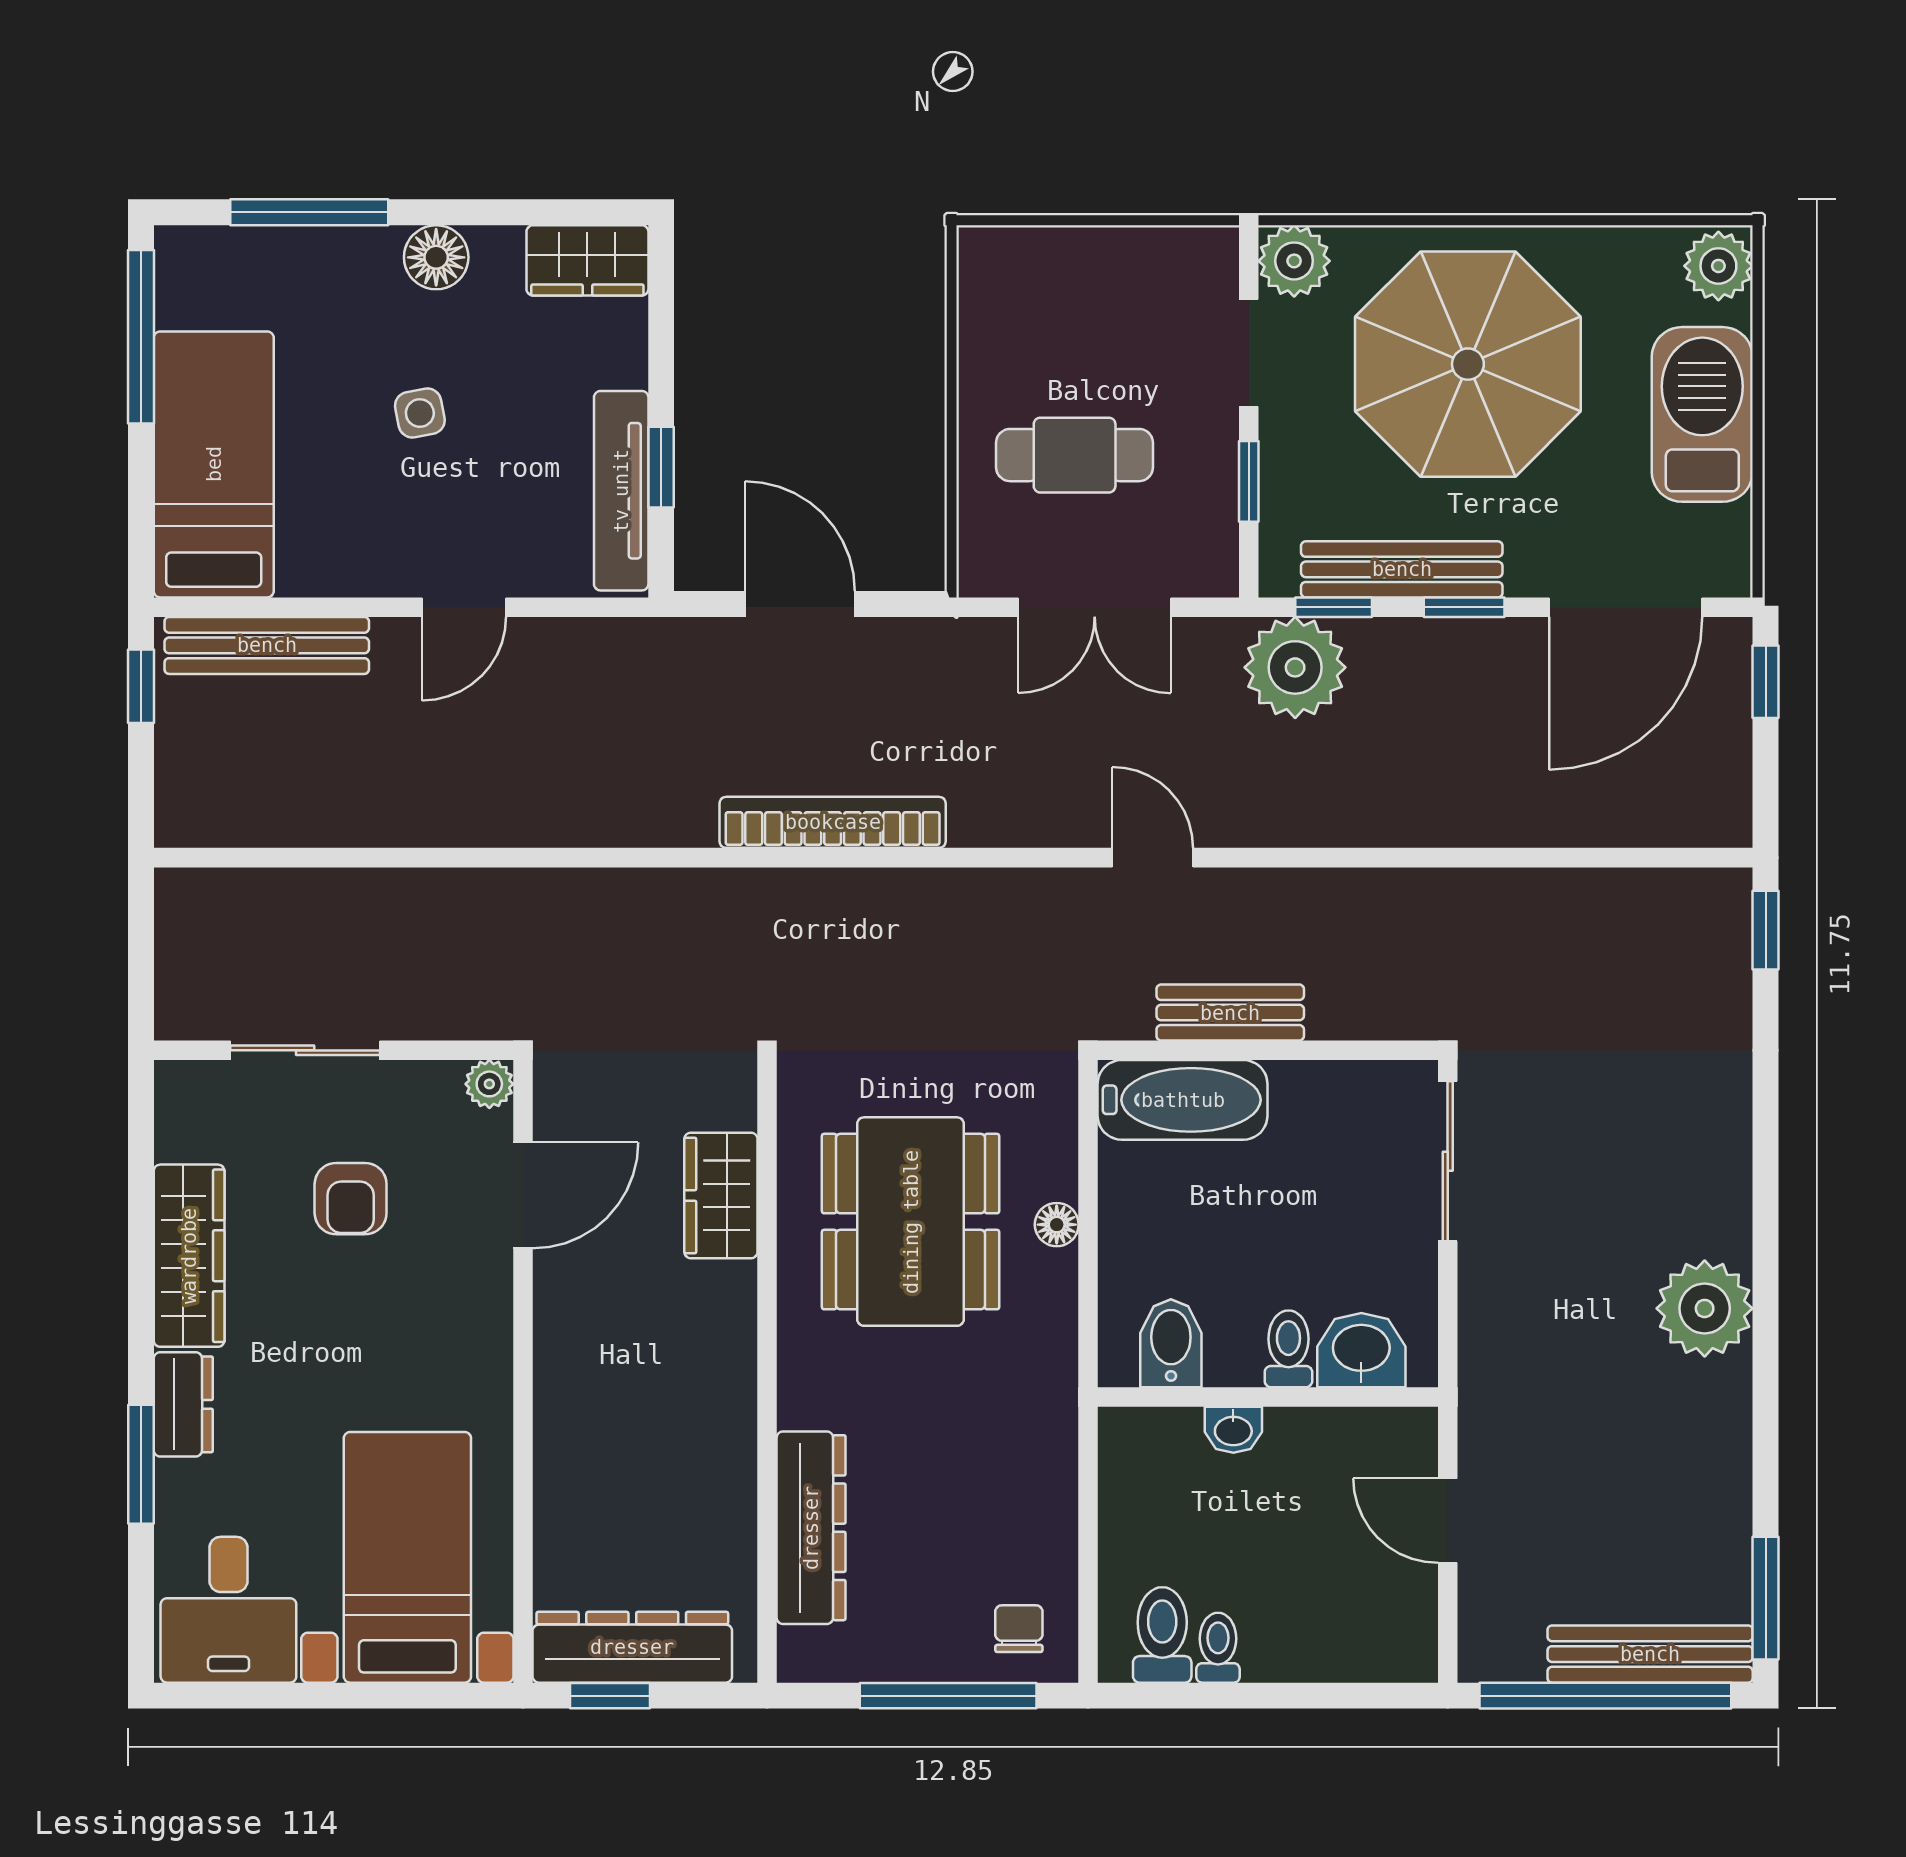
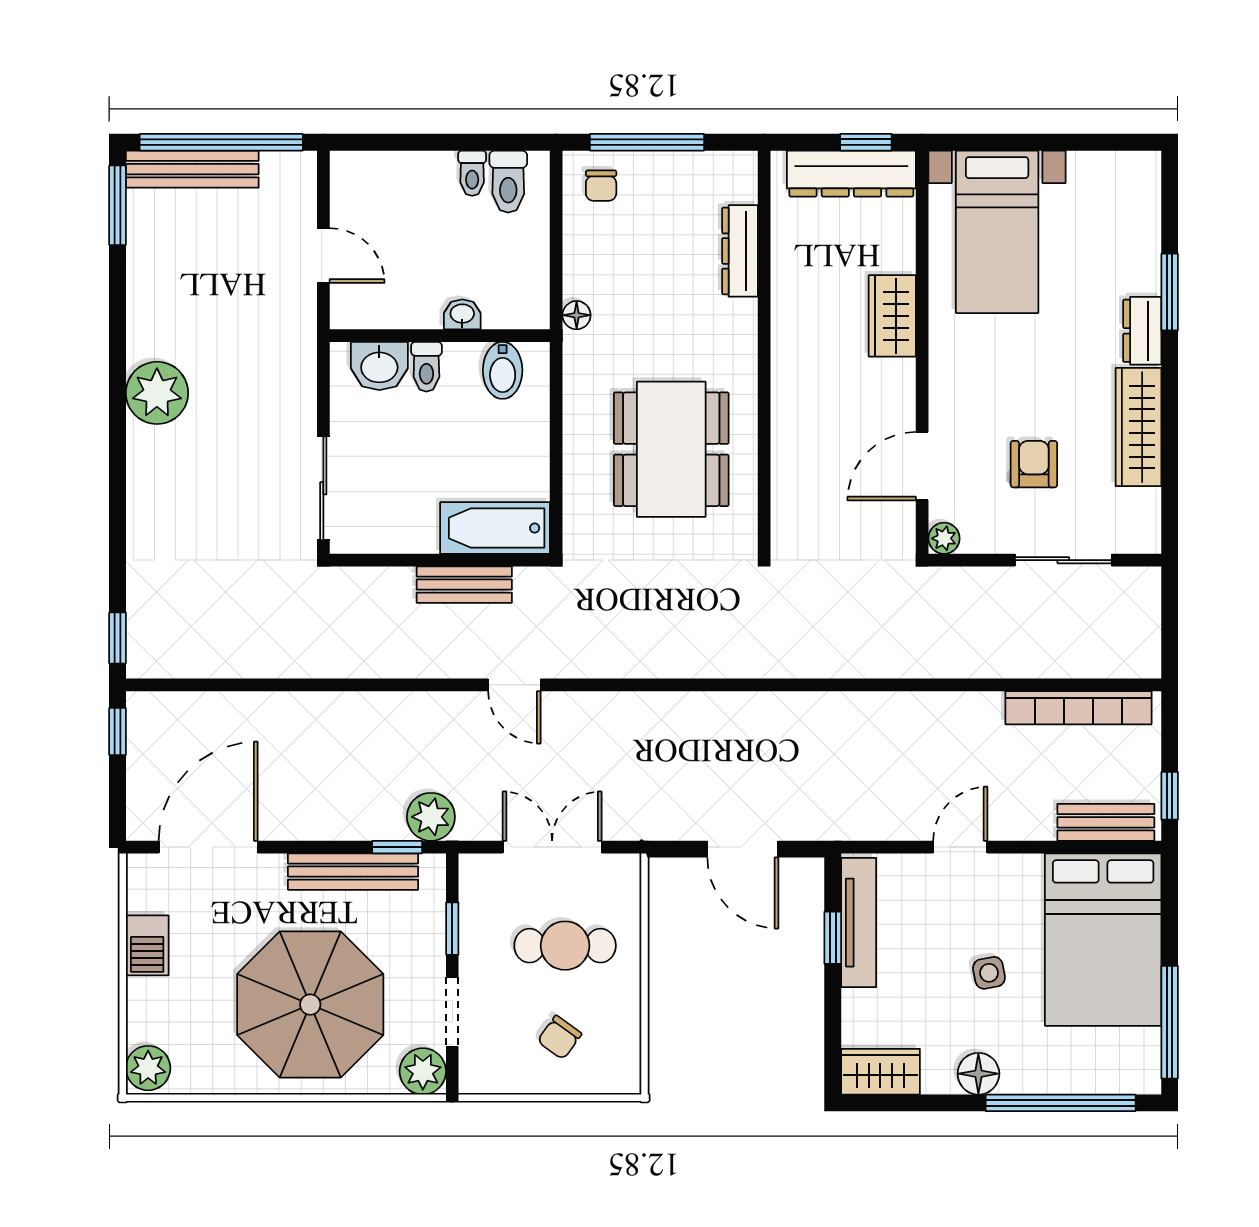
window: (309, 212) -> (1061, 1103), width x1.46
chair: (1083, 313) -> (560, 1037), added
barbecue: (1702, 414) -> (147, 945), width x0.53, depth x0.65
bed: (214, 464) -> (1103, 940), width x1.50
window: (1464, 607) -> (313, 847), removed
bench: (267, 645) -> (1106, 822), width x0.73
plant: (1295, 667) -> (431, 817), width x0.73, depth x0.73
window: (1766, 682) -> (117, 732), moved
bookcase: (833, 822) -> (1078, 708), moved
wardrobe: (721, 1195) -> (892, 316), moved, turned 180
floor lamp: (1057, 1225) -> (577, 315), moved
dresser: (811, 1528) -> (740, 251), width x0.73, depth x0.80
desk: (228, 1610) -> (1113, 198), removed

